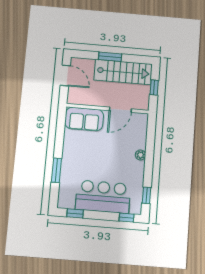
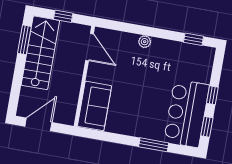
window: (110, 57) -> (24, 40), moved
door: (120, 110) -> (89, 47), moved
bar counter: (103, 197) -> (187, 113), moved
window: (127, 218) -> (212, 95), moved

